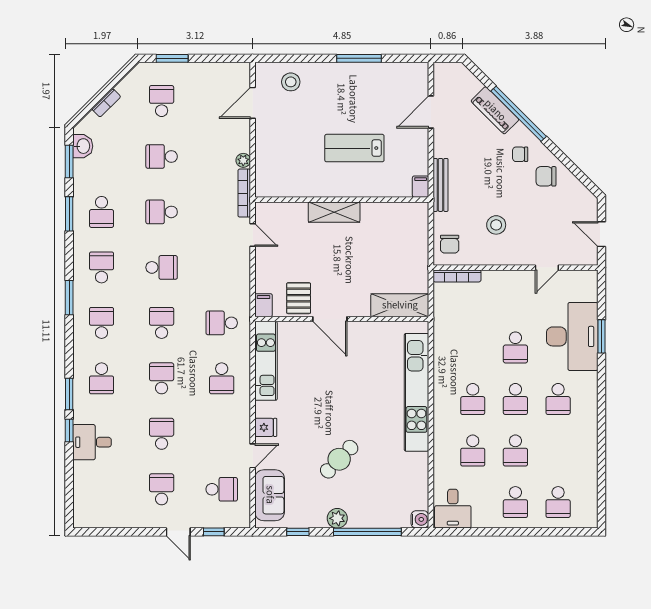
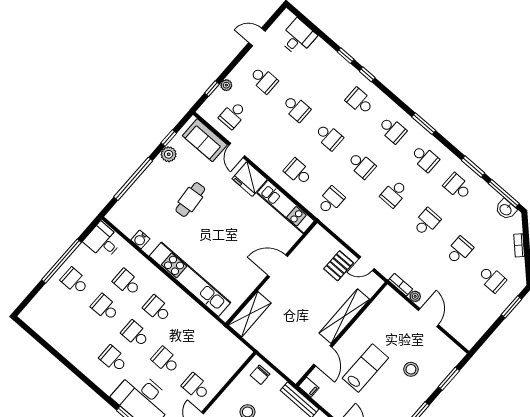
window: (294, 58) -> (449, 379), added
stool: (291, 82) -> (411, 369), moved
door: (253, 103) -> (428, 318), moved
window: (69, 161) -> (504, 193), width x1.44
bookcase: (244, 193) -> (401, 285), width x0.64
door: (378, 200) -> (323, 356), added
shelving: (334, 212) -> (344, 316), width x1.47
chair: (450, 244) -> (260, 375), turned -90
bookcase: (457, 276) -> (238, 363), removed
pallet: (299, 298) -> (339, 266), moved, turned 90
filing cabinet: (263, 305) -> (320, 234), removed
window: (69, 394) -> (367, 74), width x0.67
fridge: (266, 427) -> (250, 179), width x1.88, depth x1.34
desk: (92, 442) -> (298, 37), moved
cafe table: (339, 459) -> (190, 200), turned 41
school desk: (558, 502) -> (196, 387), moved
plant: (337, 518) -> (169, 154), moved
water cooler: (420, 519) -> (140, 239), moved
plant: (198, 521) -> (226, 85), added
door: (178, 532) -> (257, 37), moved
window: (507, 532) -> (61, 261), added

